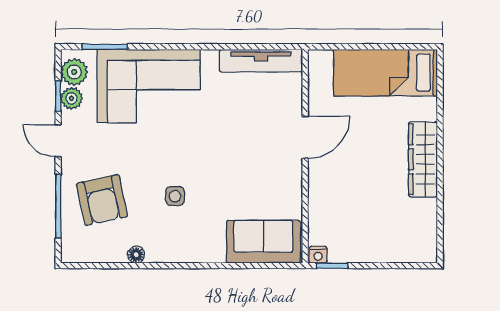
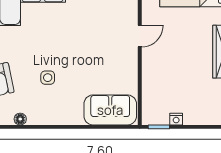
door: (305, 137) -> (140, 36), width x0.73
nightstand: (318, 255) -> (176, 119), moved

